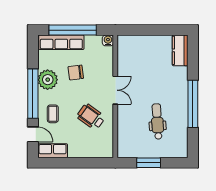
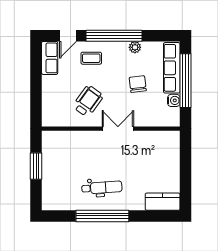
water cooler: (108, 40) -> (174, 100), moved
plant: (48, 80) -> (135, 47), width x0.53, depth x0.53
double door: (115, 90) -> (118, 129), swing flipped
dental chair: (157, 121) -> (102, 188), moved

